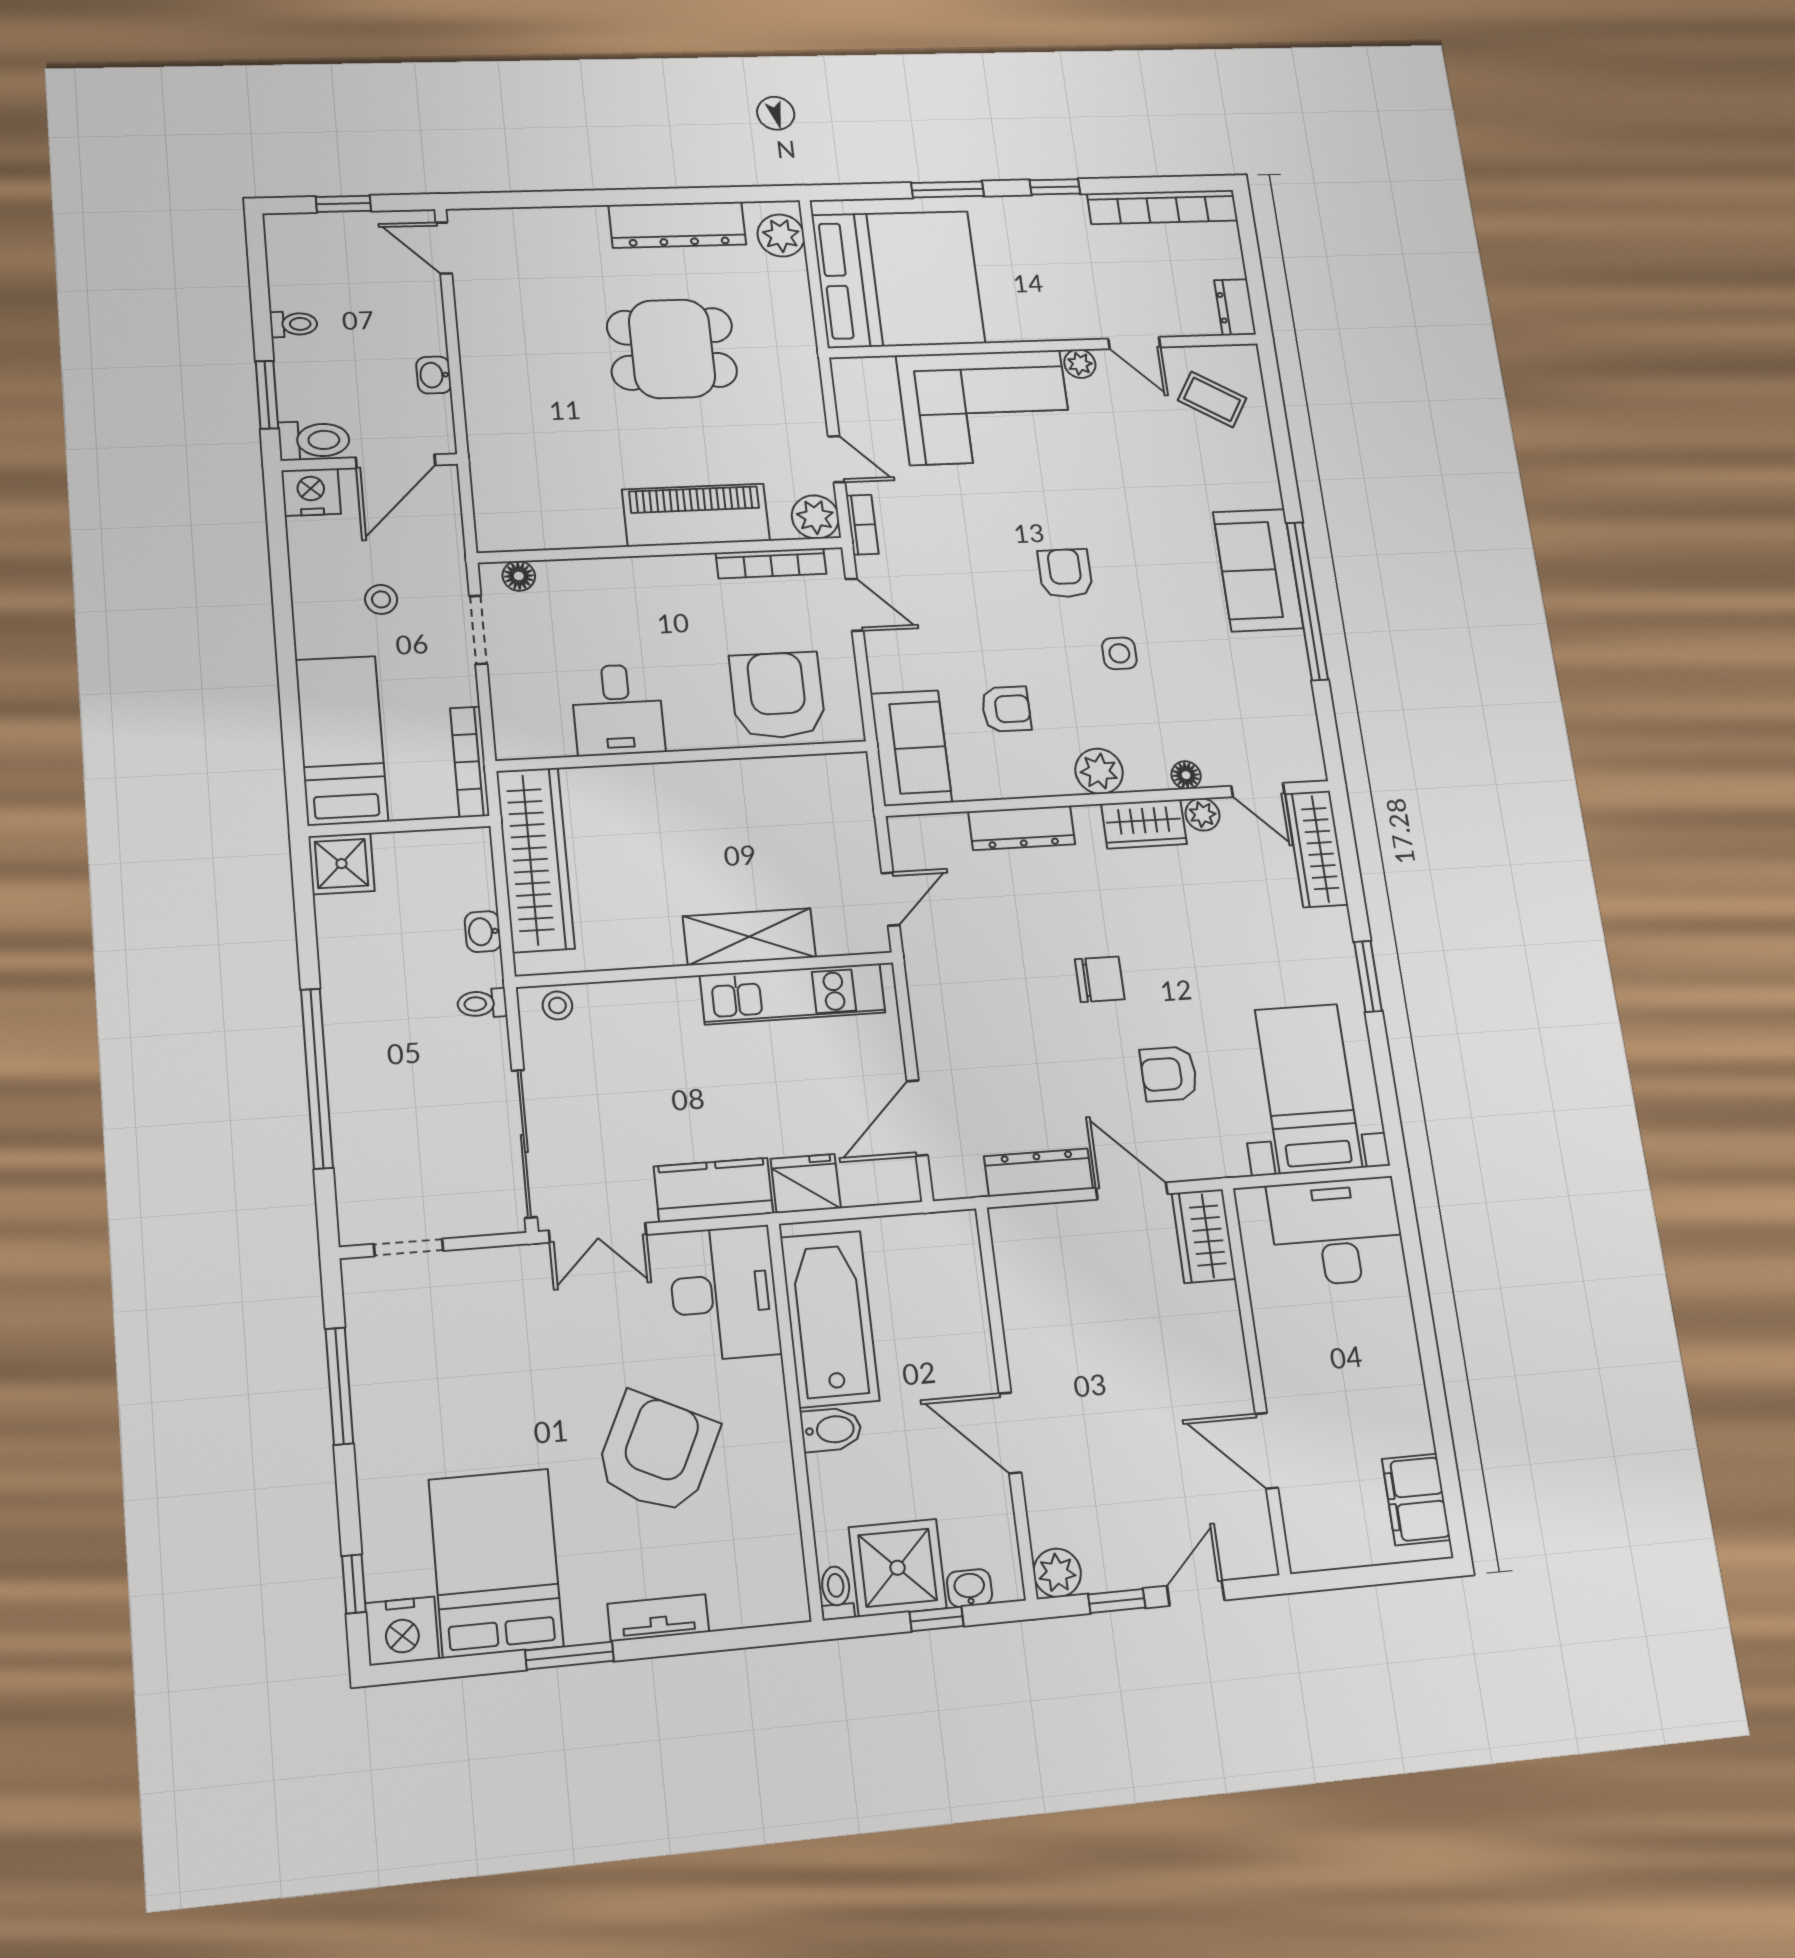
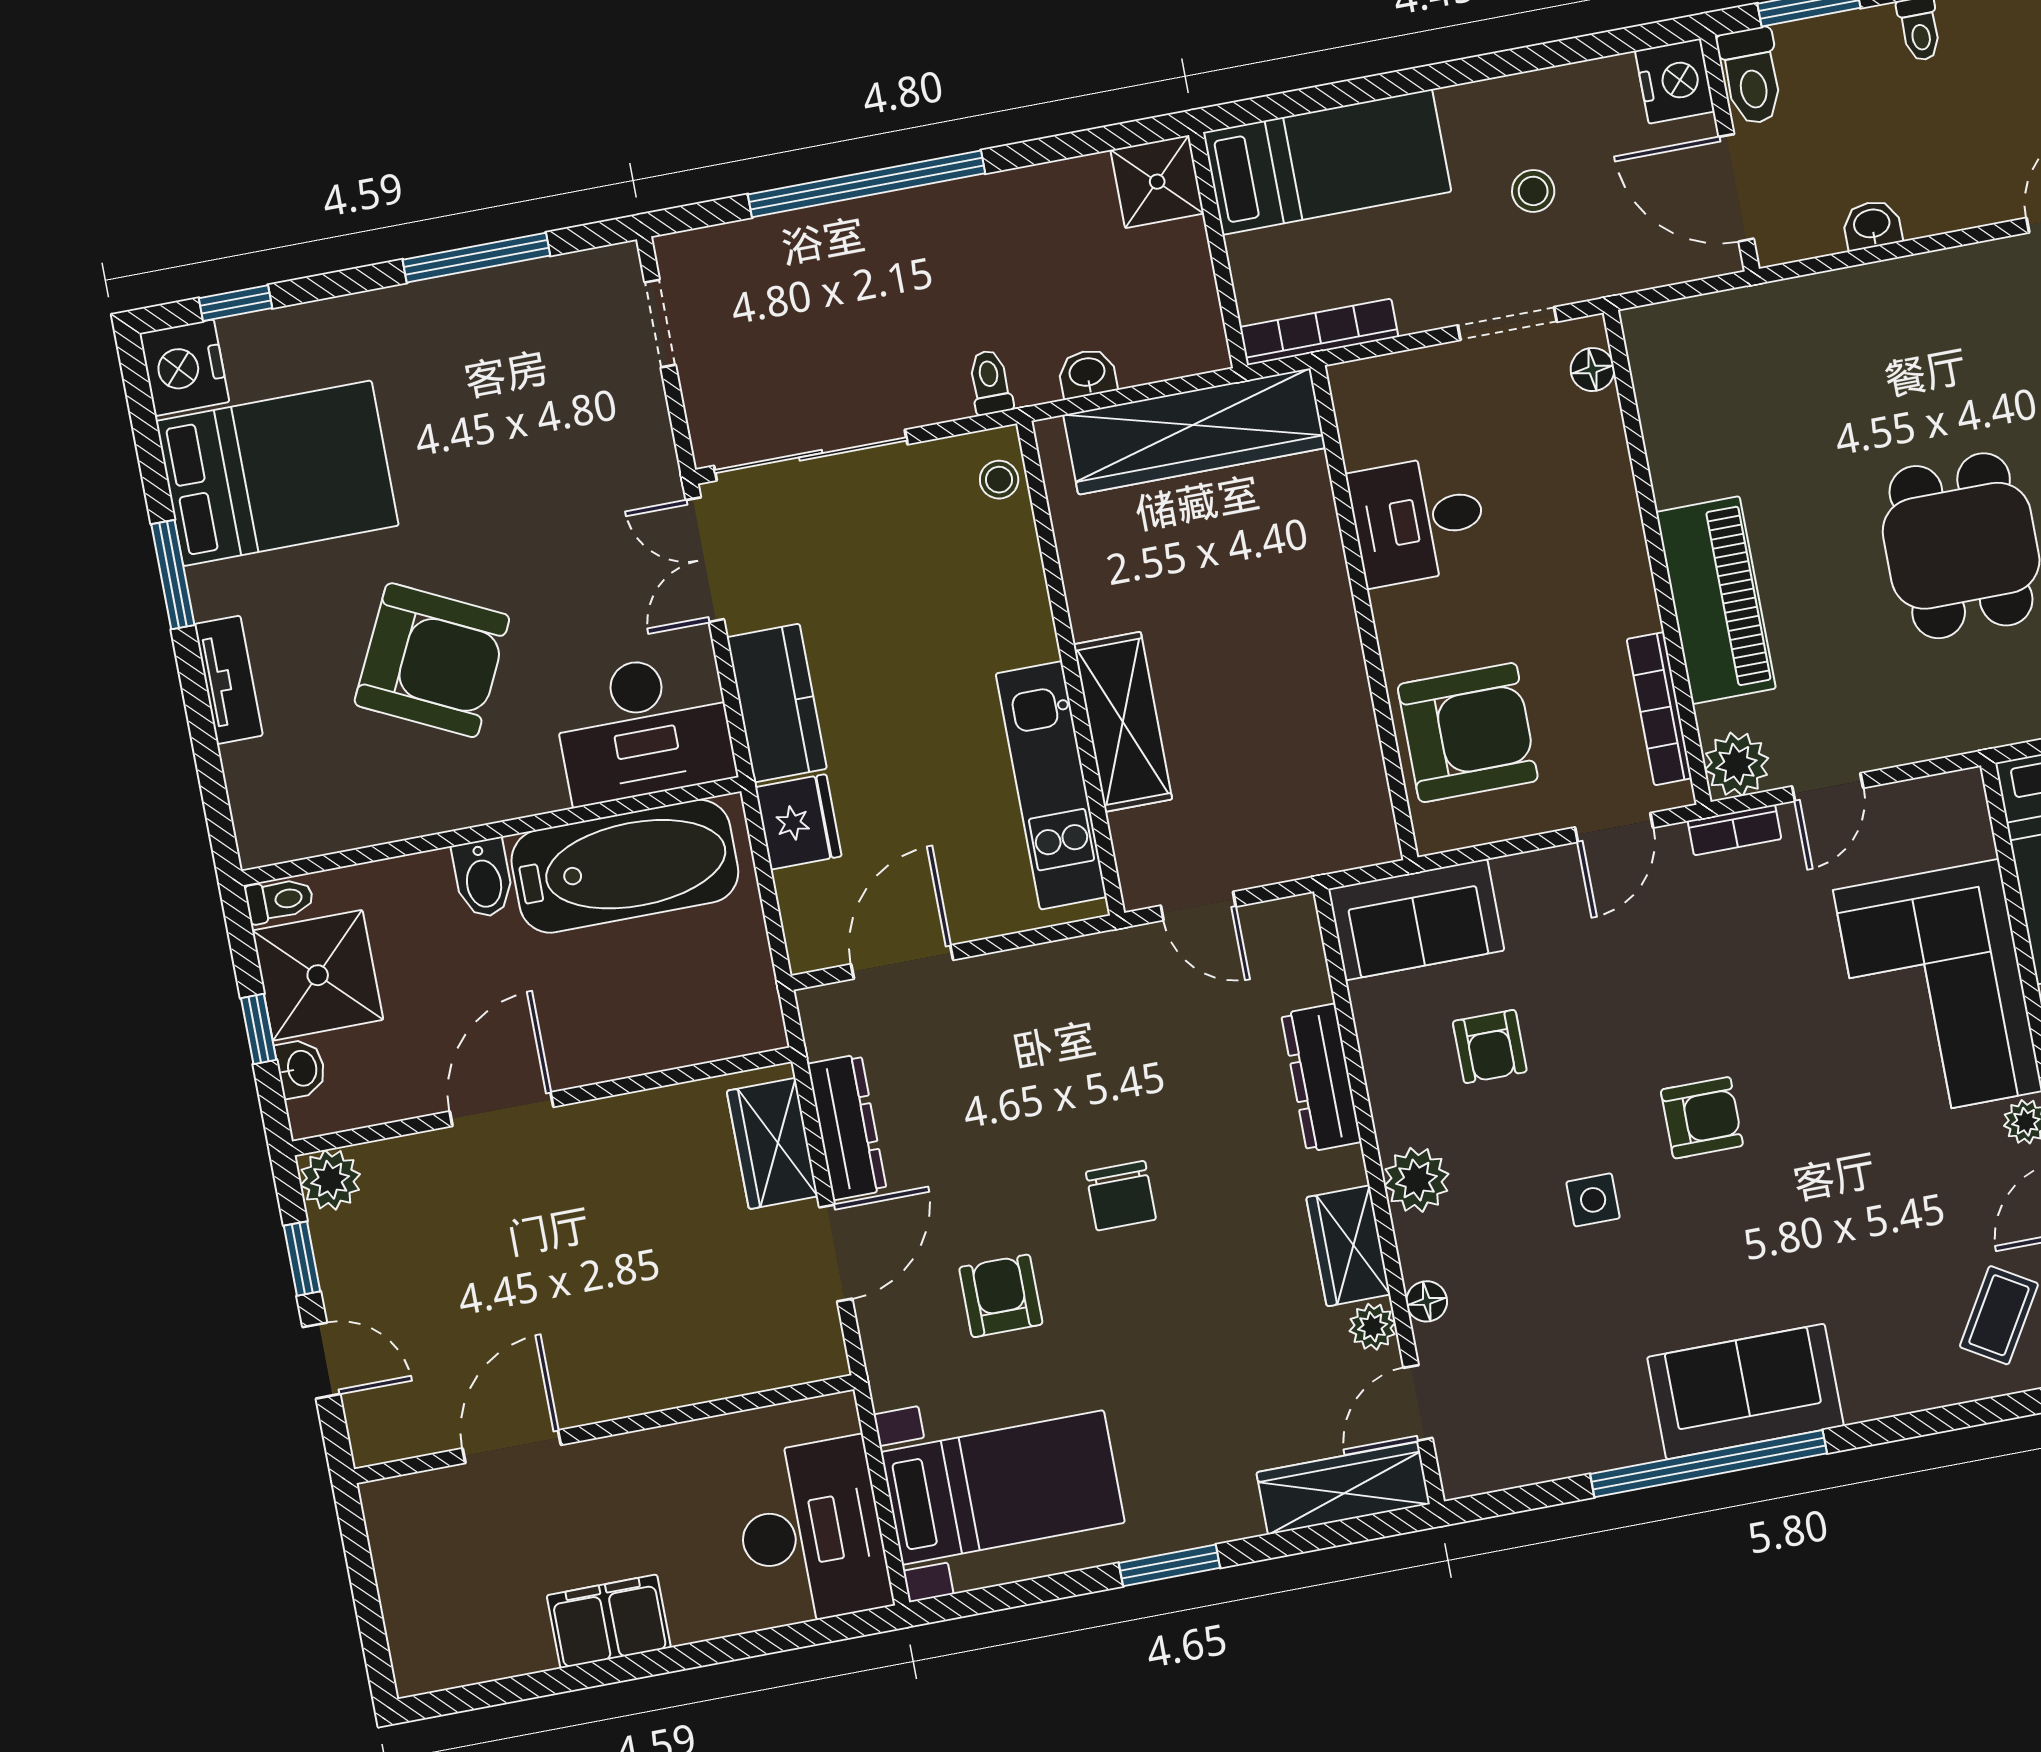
door: (917, 1118) -> (902, 962), hinge flipped
wardrobe: (1204, 1236) -> (772, 1144), moved, turned -90
filing cabinet: (1416, 1499) -> (609, 1621), moved

